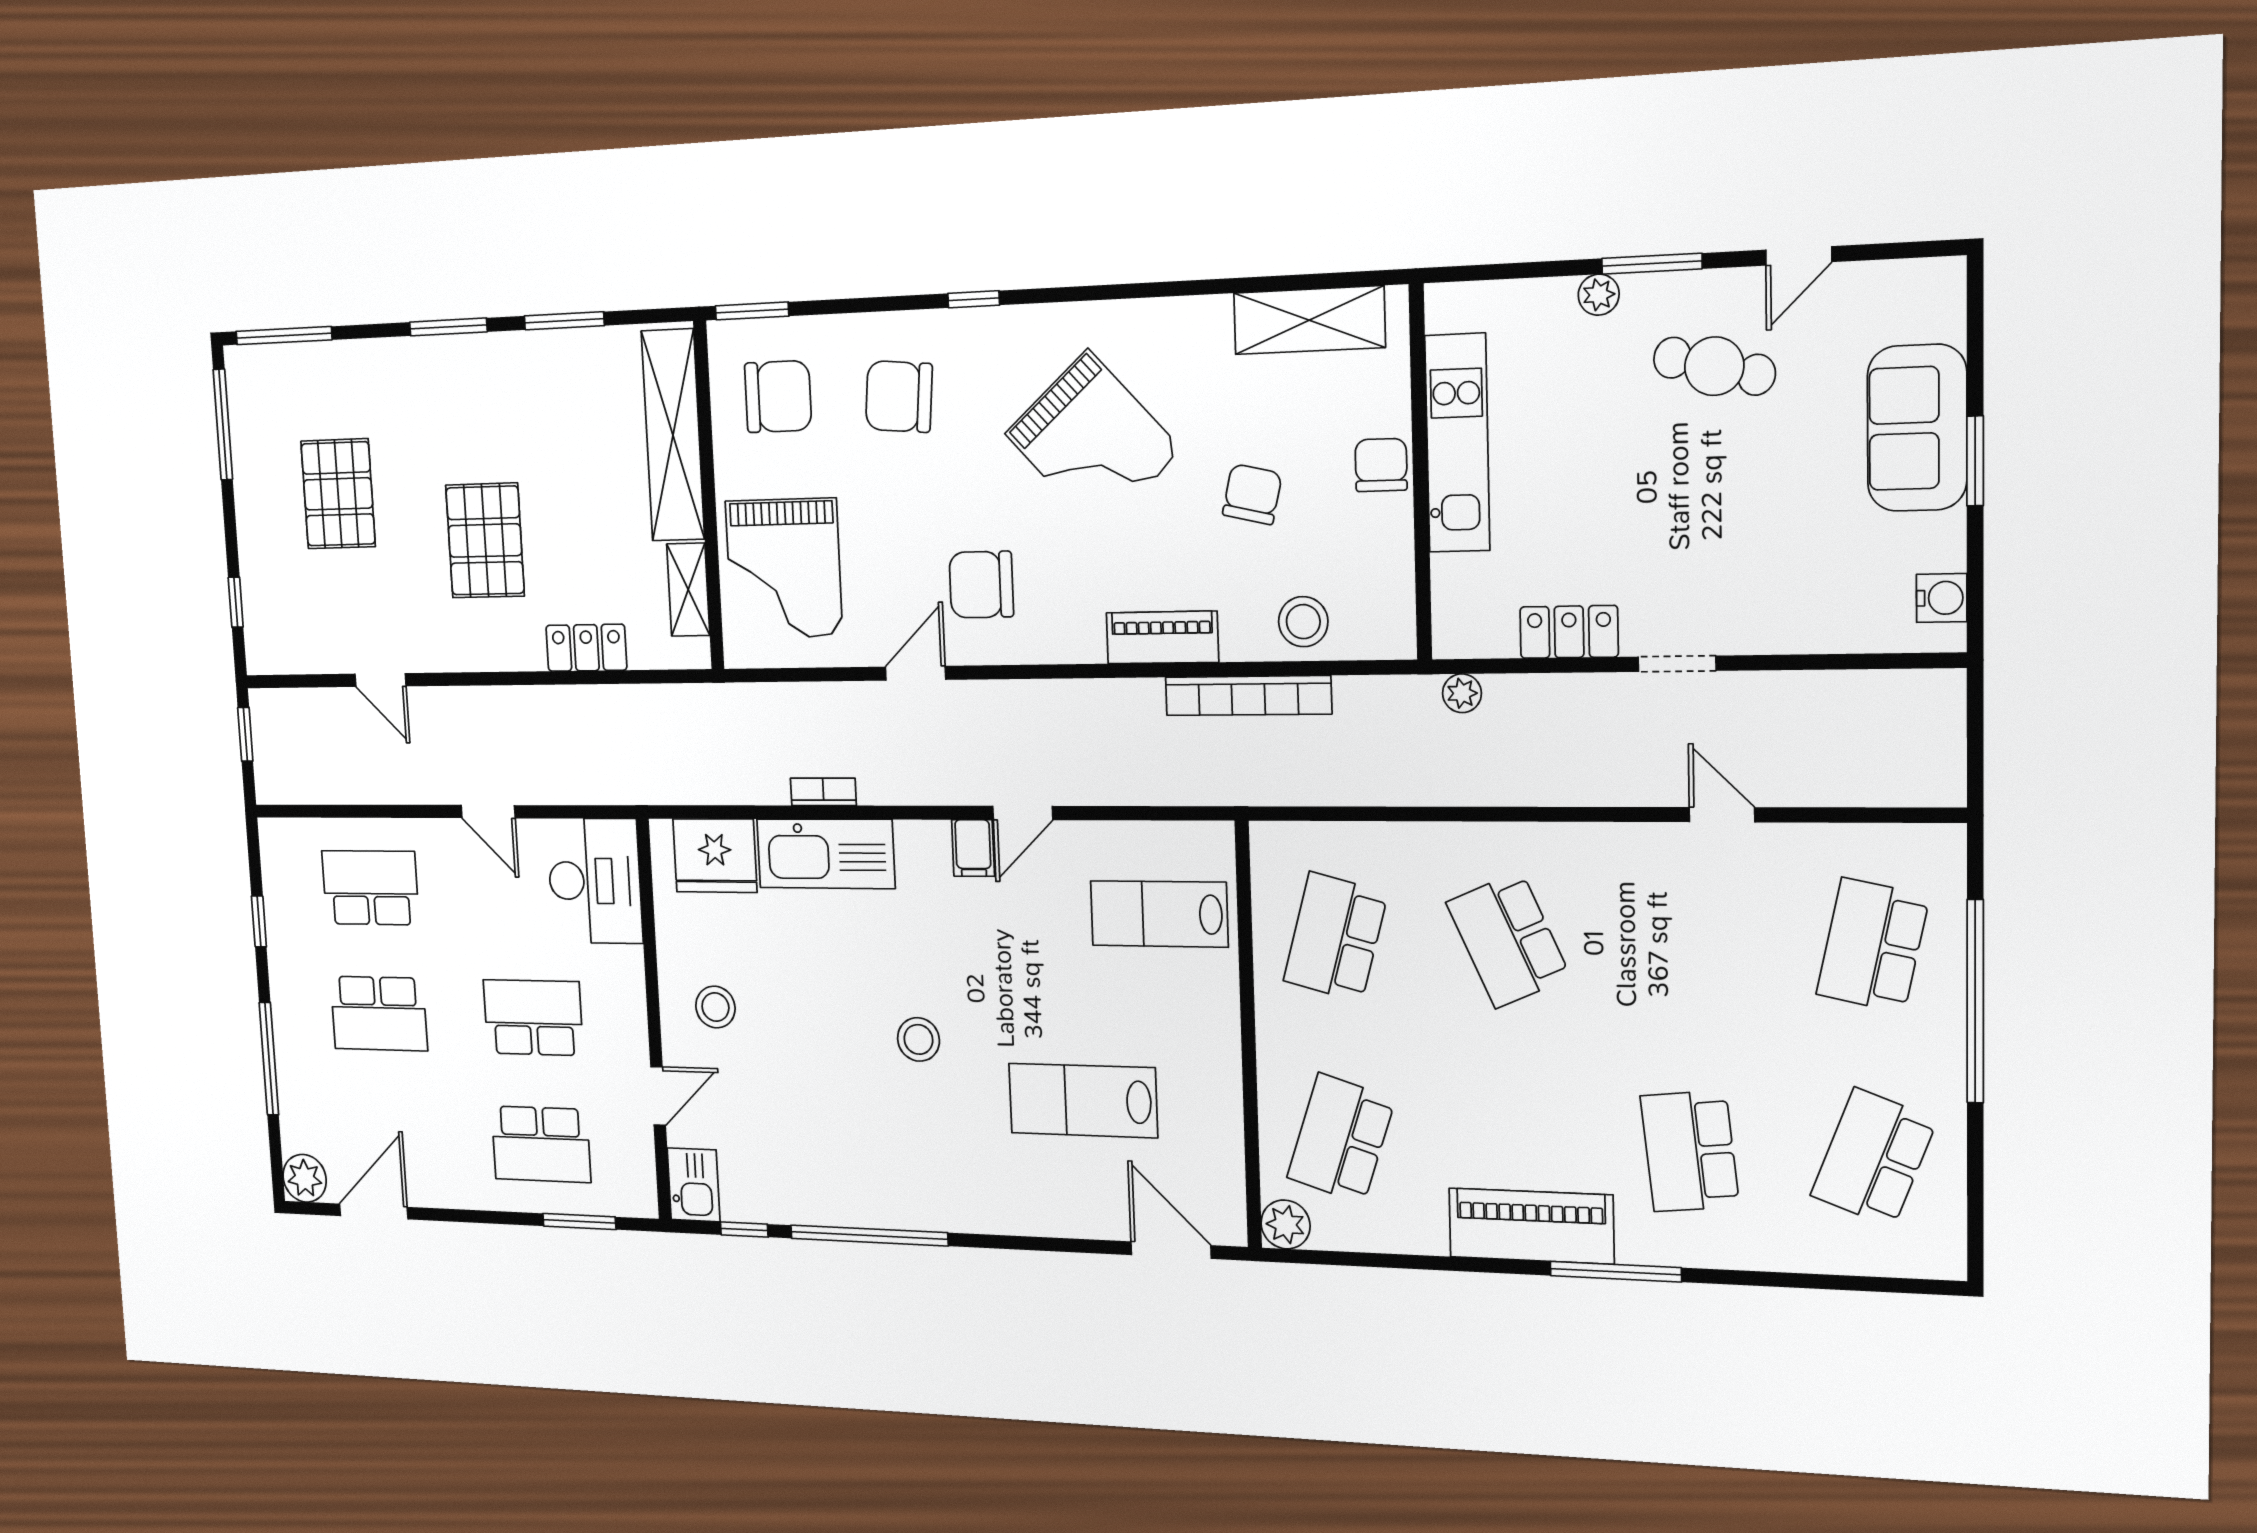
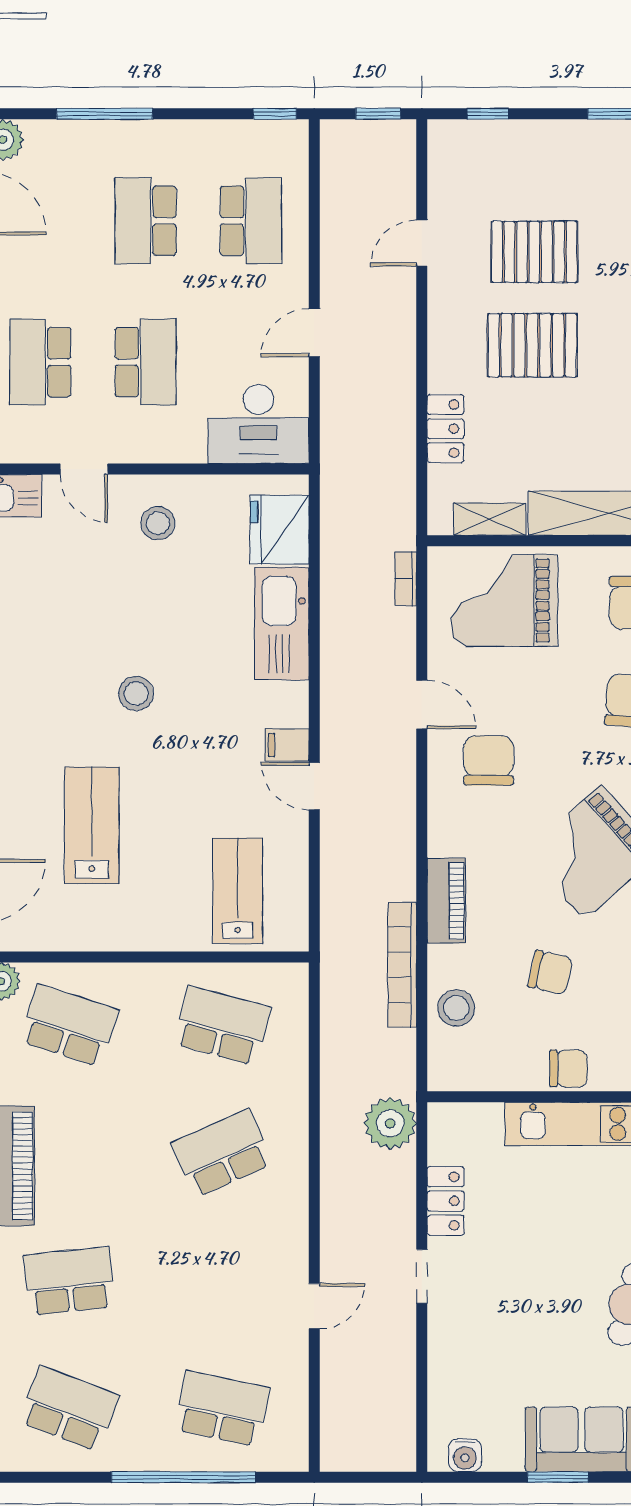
pallet: (338, 494) -> (534, 252), moved
plant: (1462, 693) -> (390, 1123), width x1.88, depth x1.88
bookcase: (823, 792) -> (406, 579), moved, turned 180
window: (259, 921) -> (275, 114), moved

